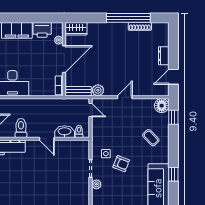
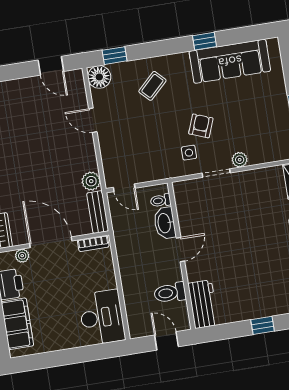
dresser: (164, 56) -> (20, 86), removed
door: (125, 97) -> (93, 120), moved
door: (91, 110) -> (124, 188), swing flipped

